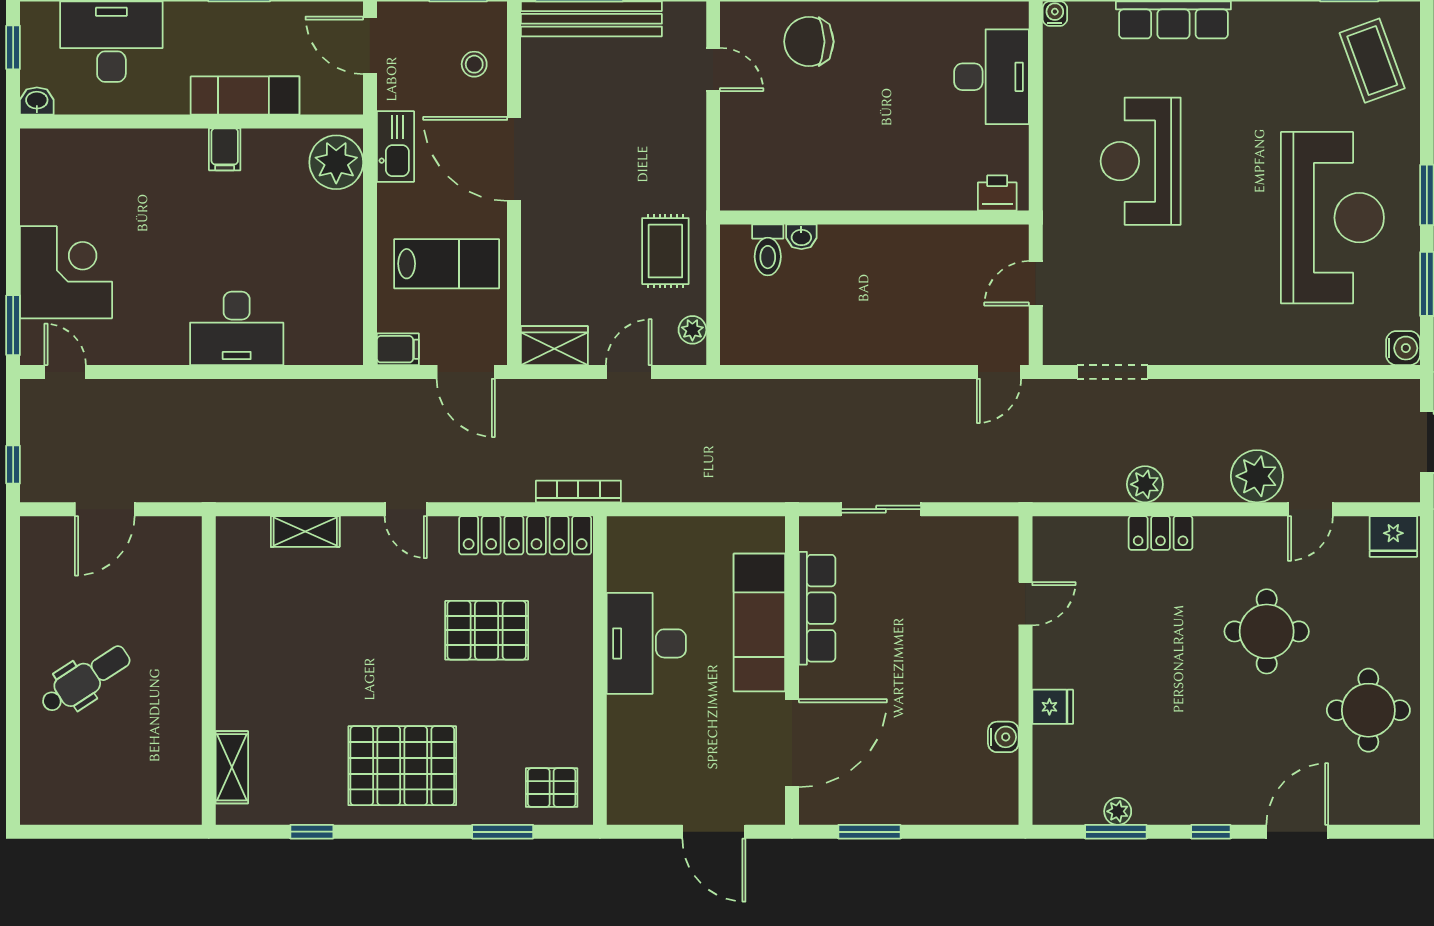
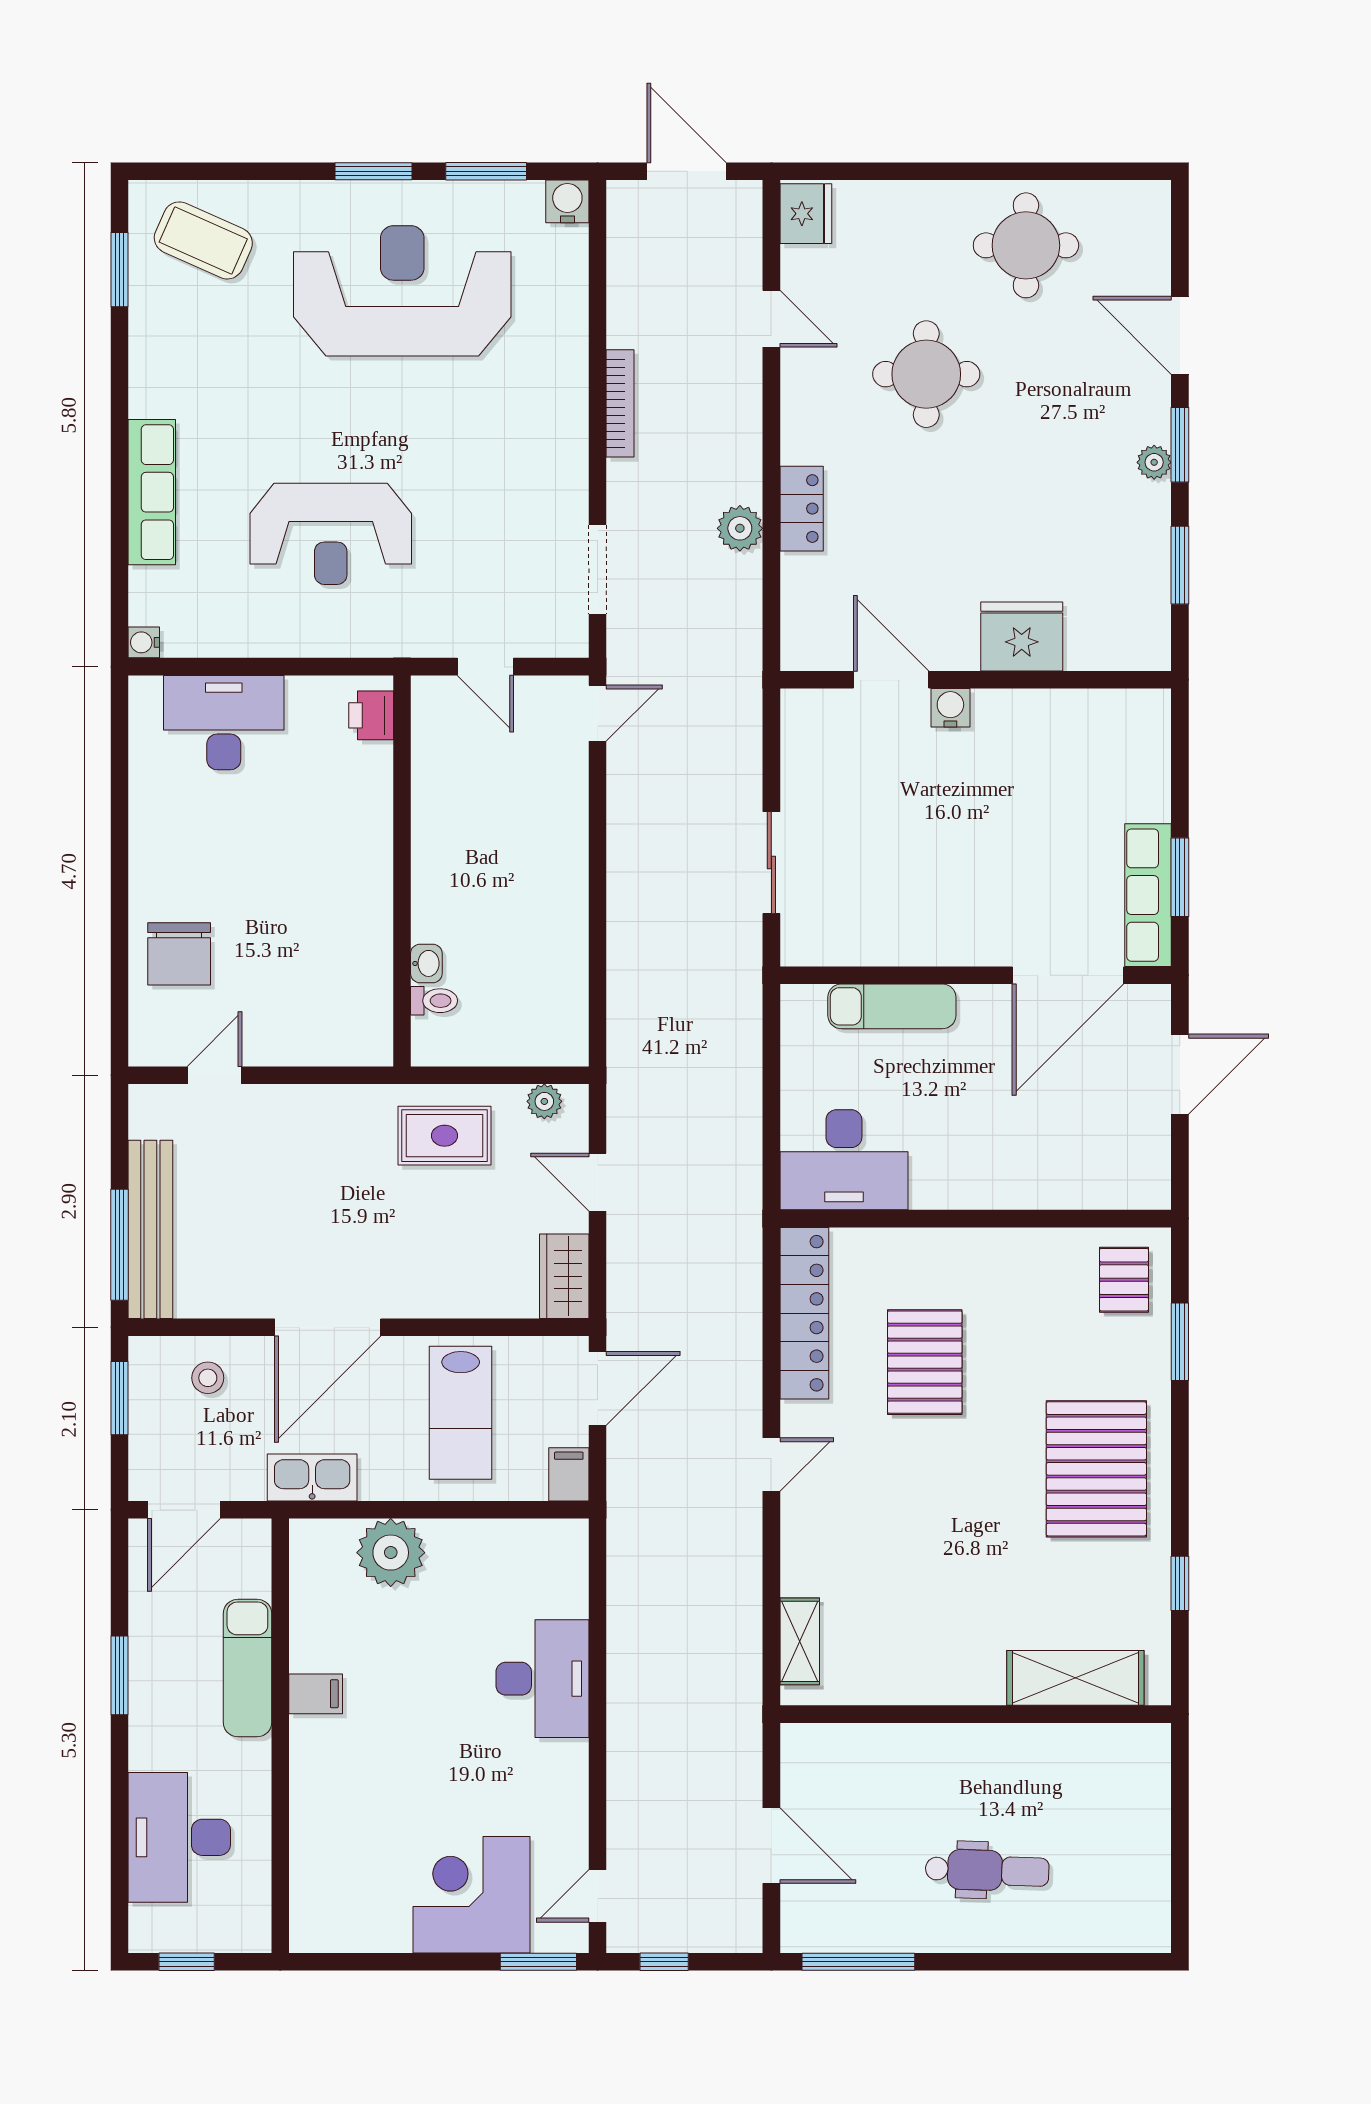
coffee table: (1372, 61) -> (203, 240), turned 44
washbasin: (37, 101) -> (254, 1932), removed
plant: (336, 162) -> (391, 1553), moved
toilet: (768, 250) -> (434, 1001), width x0.73, depth x0.72
lab bench: (447, 264) -> (461, 1413), turned 180
door: (999, 372) -> (598, 713), hinge flipped
window: (13, 465) -> (664, 1962), moved
plant: (1257, 476) -> (730, 387), removed
bookcase: (578, 491) -> (620, 403), moved, turned 180
shelving: (305, 531) -> (800, 1641), moved
window: (13, 578) -> (858, 1962), added
door: (1025, 604) -> (891, 680), width x1.38
row of seats: (817, 608) -> (1148, 895), moved, turned -90
exam couch: (759, 623) -> (892, 1006), width x0.73, depth x0.69
desk: (646, 643) -> (844, 1160), moved
dental chair: (85, 680) -> (987, 1870), turned 125
fridge: (1053, 707) -> (1022, 636), width x1.88, depth x1.34
water cooler: (1003, 737) -> (950, 708), moved
door: (792, 743) -> (1068, 975), swing flipped
shelving: (232, 767) -> (1075, 1678), width x1.50, depth x1.33
plant: (1118, 811) -> (1154, 462), moved
window: (1211, 832) -> (1180, 445), width x1.50

